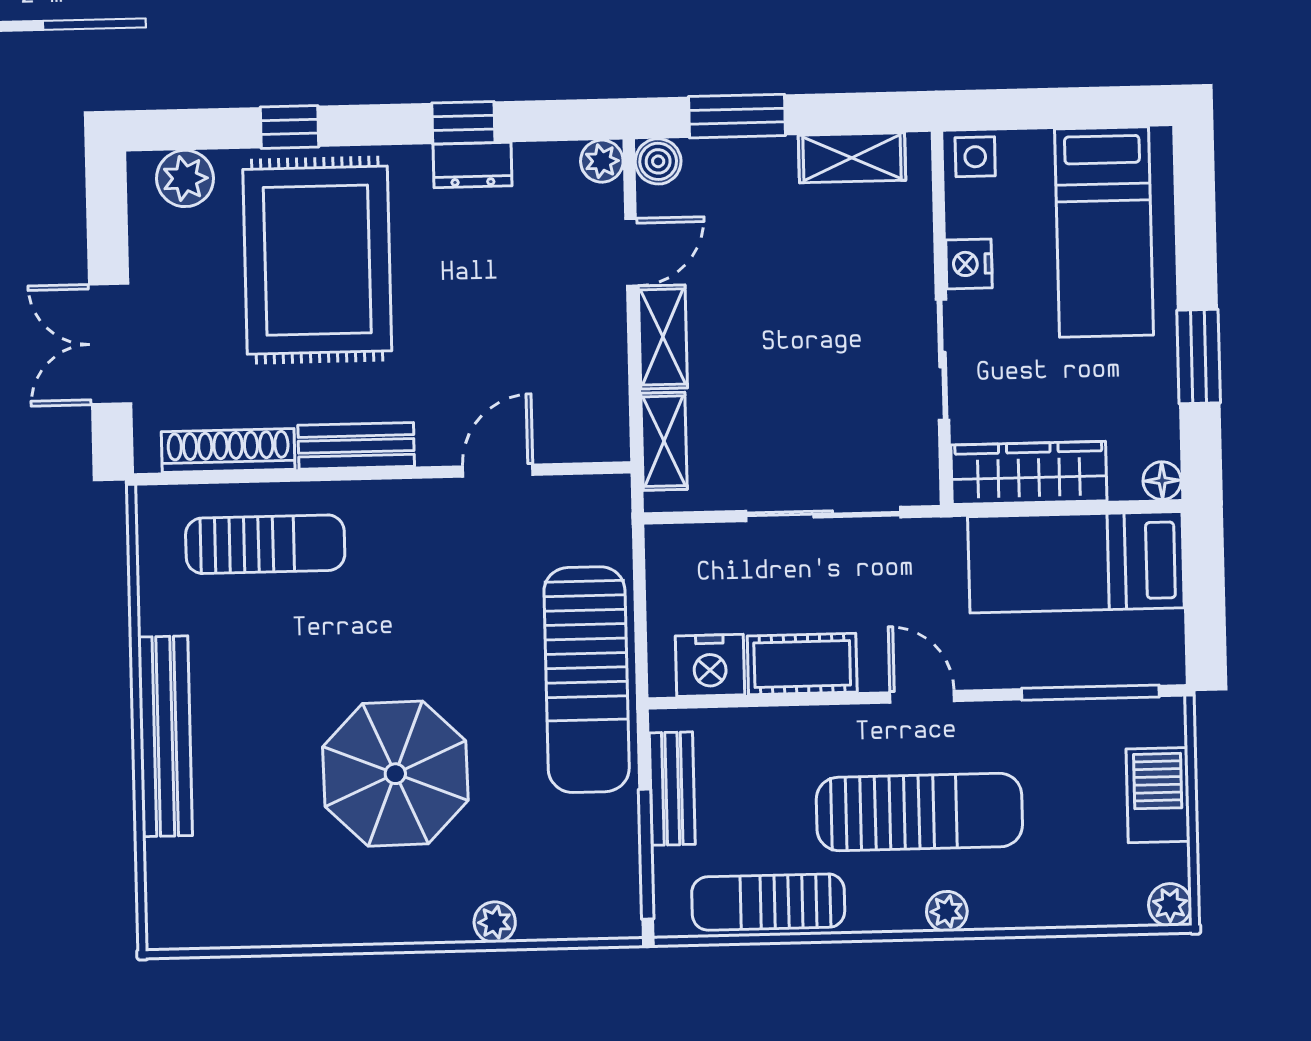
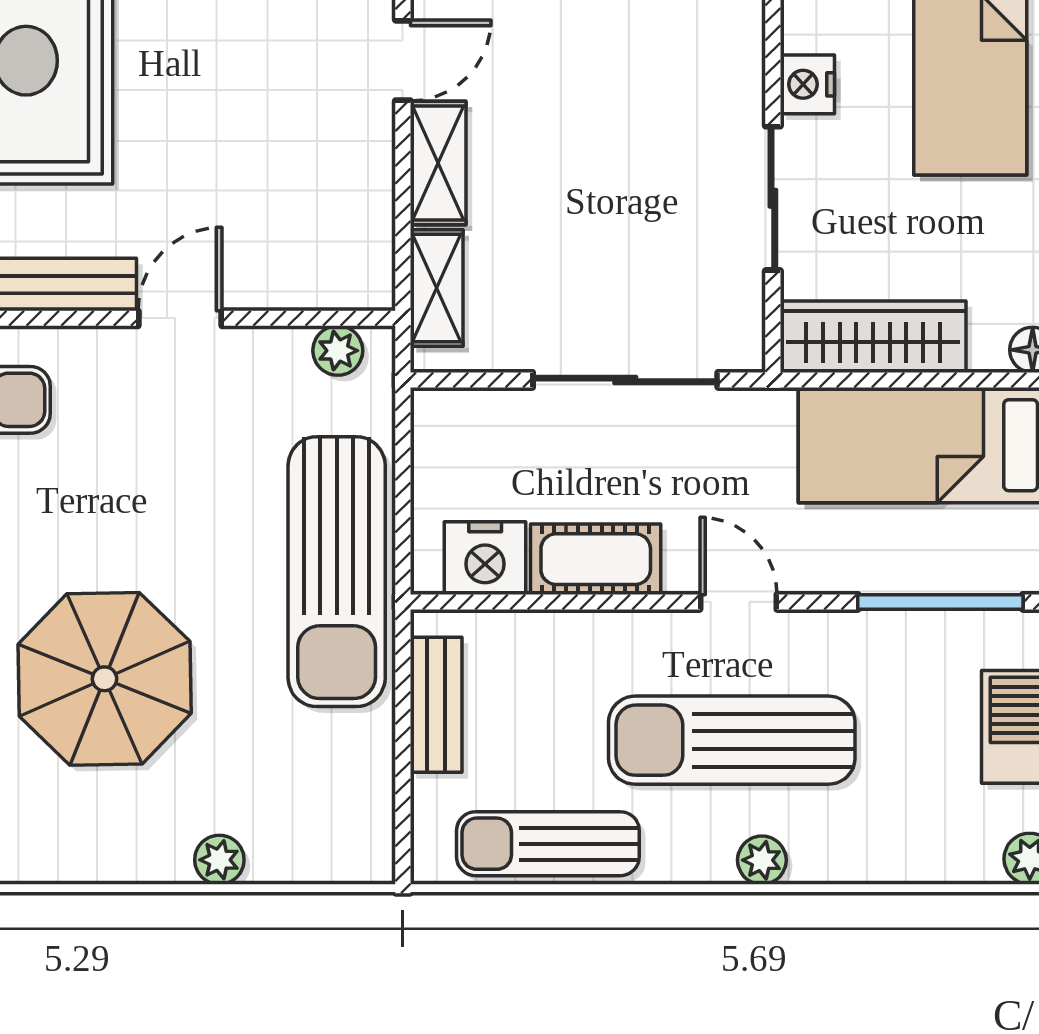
door: (498, 471) -> (180, 318), moved
plant: (583, 495) -> (338, 351), added
sun lounger: (919, 812) -> (732, 740), turned 180
window: (646, 854) -> (403, 783), removed

